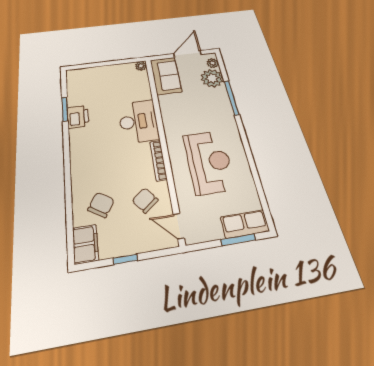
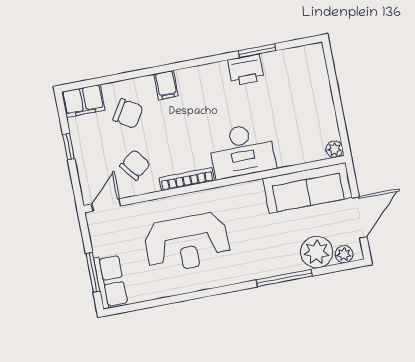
door: (188, 54) -> (359, 217), hinge flipped
sofa: (166, 76) -> (307, 188), width x1.36
filing cabinet: (81, 174) -> (166, 85), added

